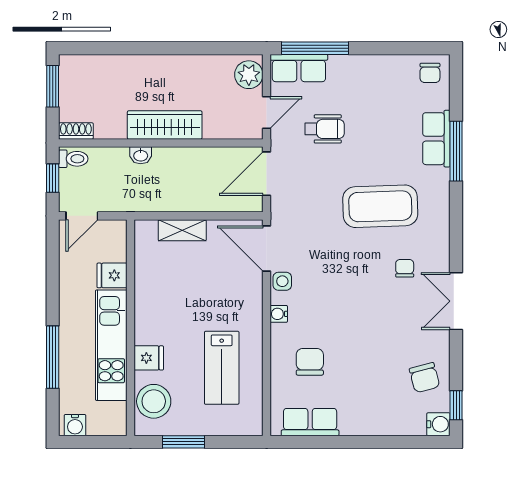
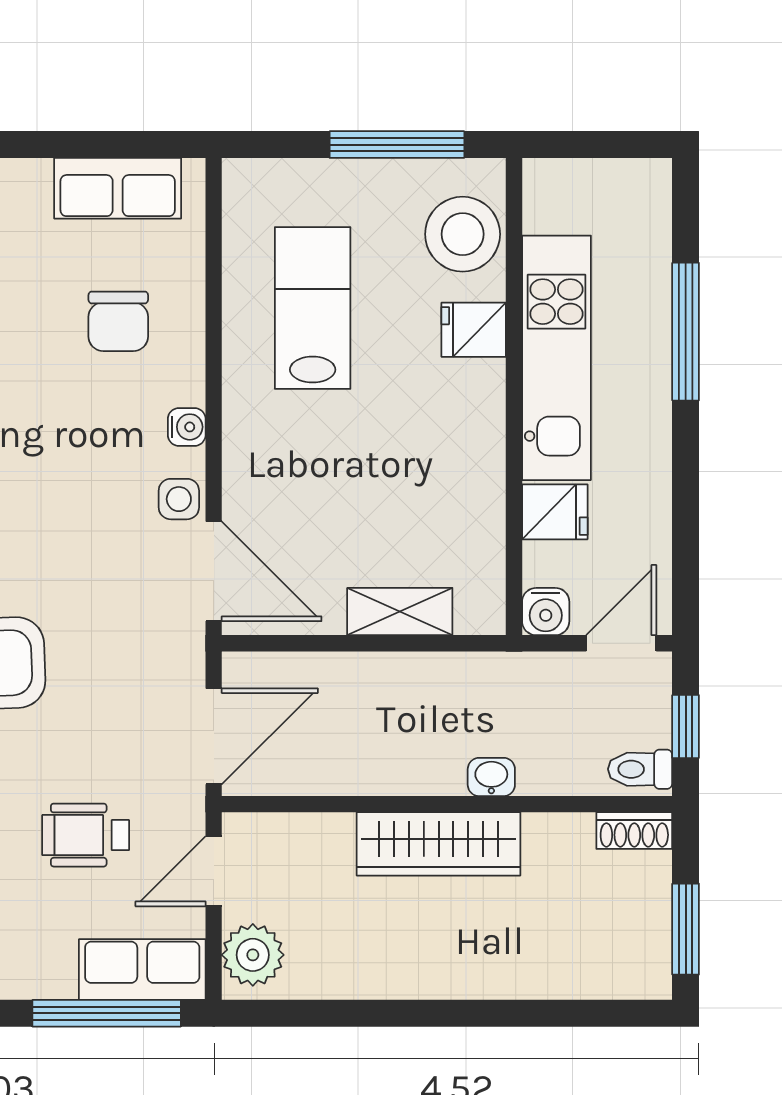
water cooler: (75, 425) -> (546, 612), moved, turned 180
window: (183, 442) -> (397, 145), width x1.44

